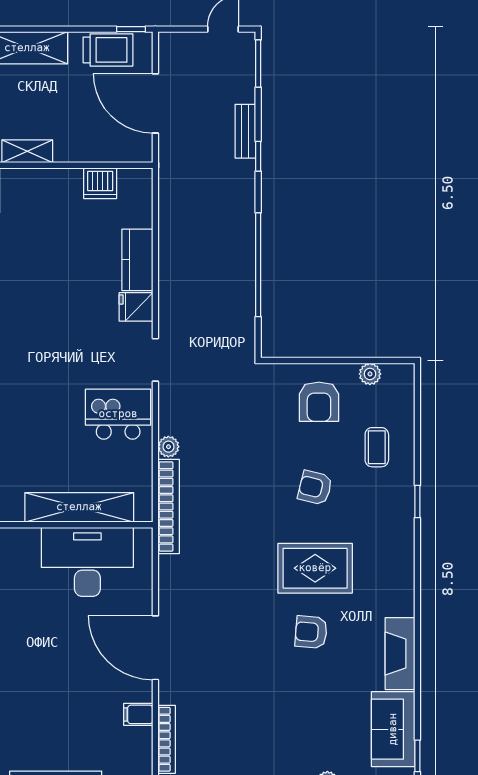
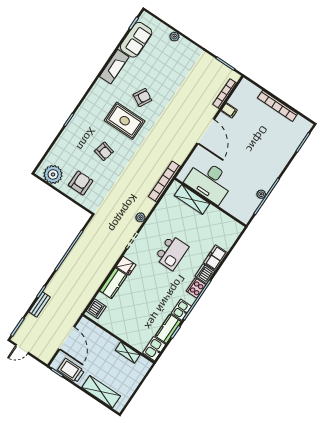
dishwasher: (100, 183) -> (96, 309), moved, turned 90
plant: (370, 374) -> (53, 174), width x1.87, depth x1.87
kitchen island: (118, 414) -> (172, 253), moved, turned -90
plant: (168, 447) -> (140, 217), moved
coffee table: (377, 447) -> (70, 151), removed
shelving: (79, 507) -> (192, 200), width x0.68
armchair: (311, 632) -> (142, 97), turned -66

